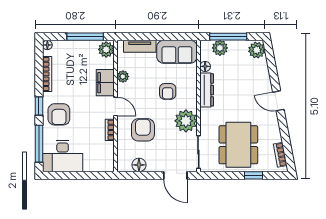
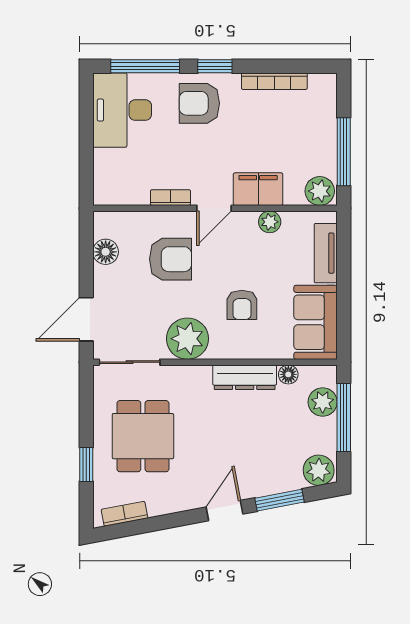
floor lamp: (47, 45) -> (328, 82), removed
window: (273, 71) -> (280, 500), added
armchair: (168, 91) -> (242, 305), turned -90
dining table: (238, 145) -> (143, 436), width x0.73

